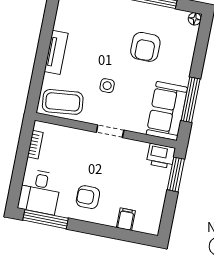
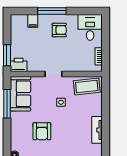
armchair: (145, 47) -> (42, 131), turned 180
tv unit: (56, 52) -> (97, 130), moved
window: (46, 219) -> (52, 11), moved

